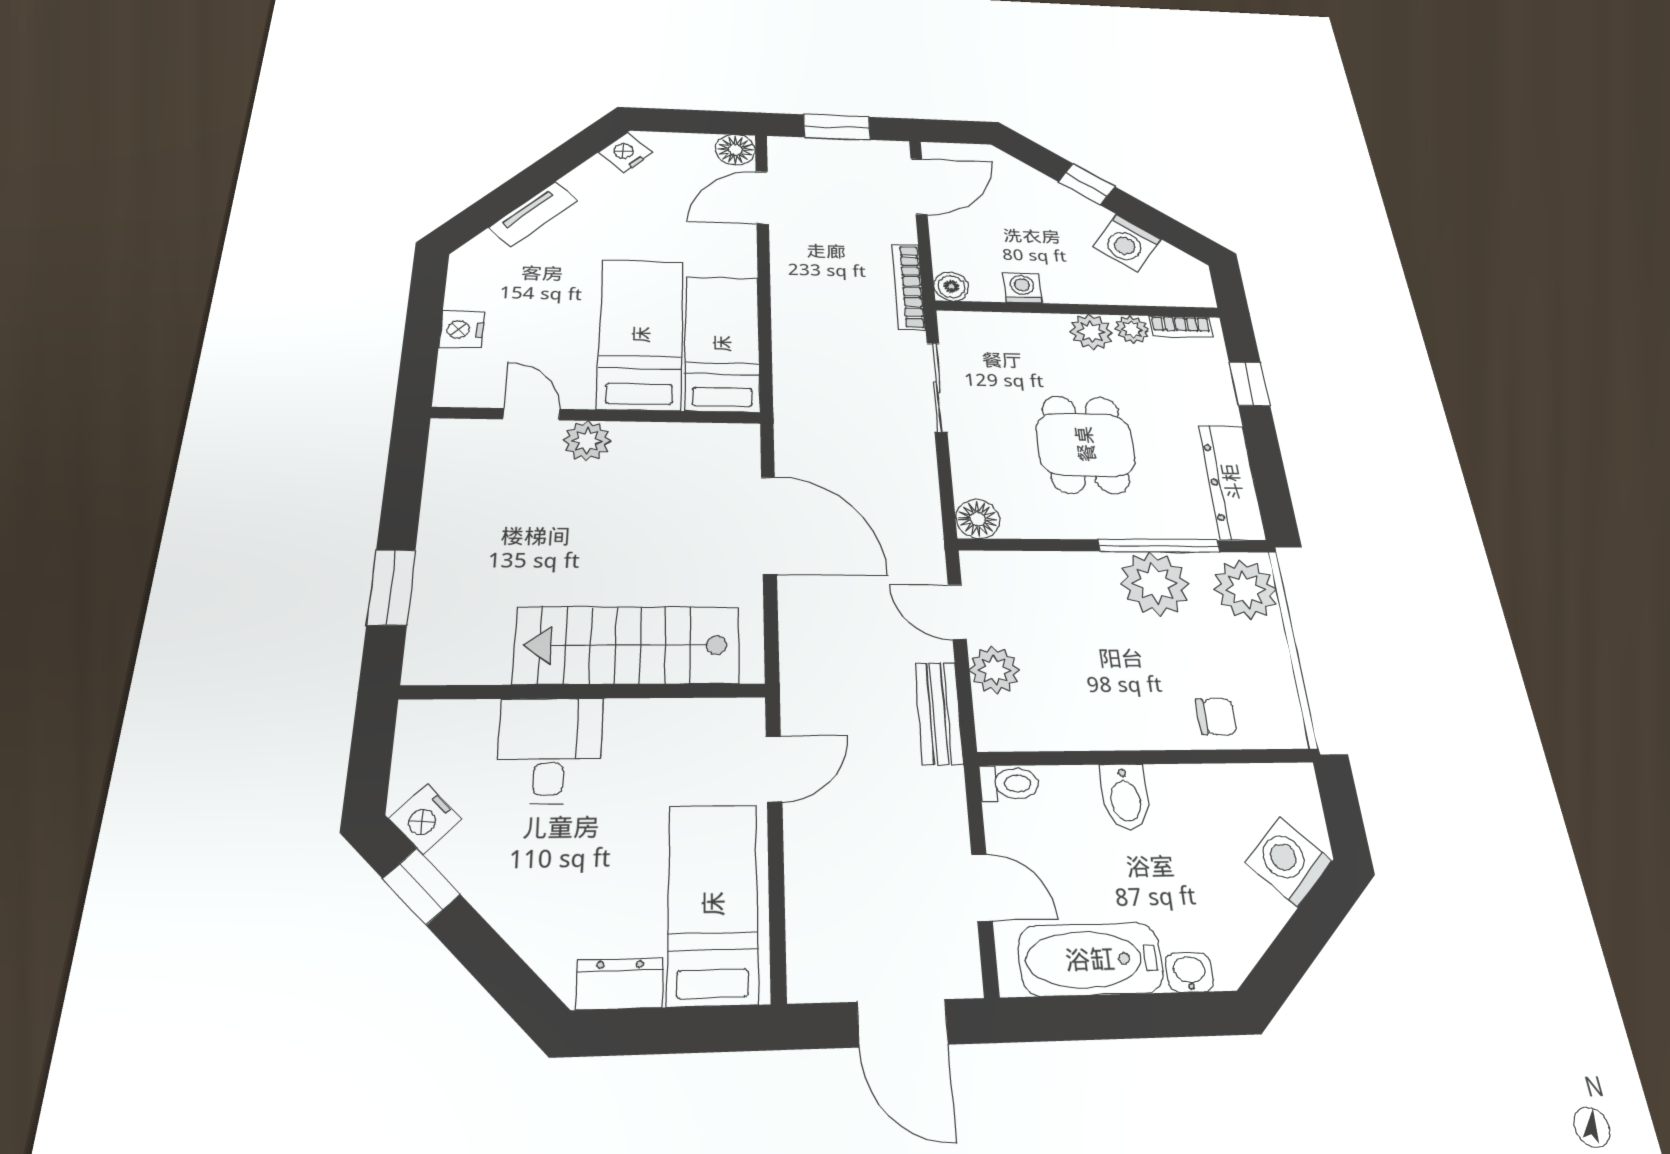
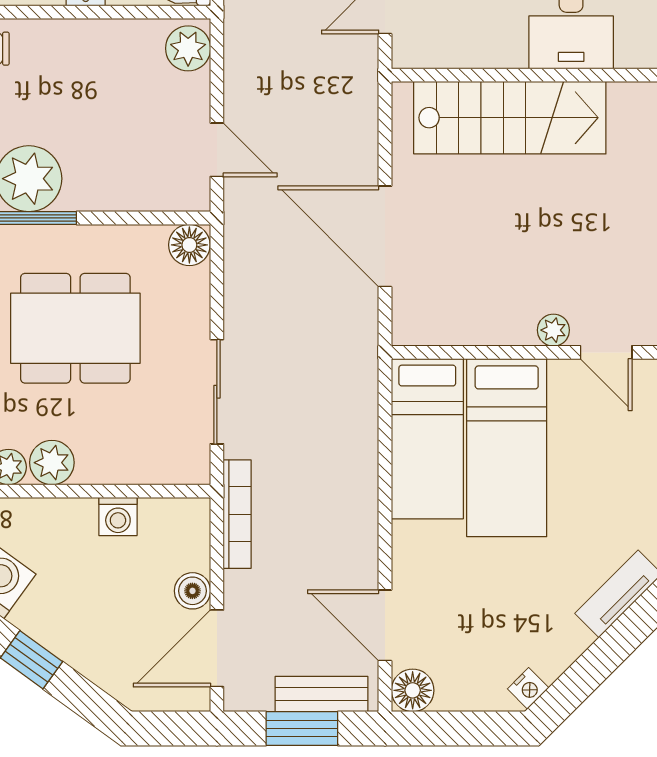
nightstand: (625, 153) -> (528, 688), width x0.72, depth x0.74
door: (762, 198) -> (385, 625), swing flipped
boiler: (951, 287) -> (192, 591), moved
plant: (587, 441) -> (553, 330), width x0.73, depth x0.73
dining table: (1085, 444) -> (75, 328), width x1.38
plant: (995, 670) -> (188, 48), moved
bench: (939, 713) -> (321, 694), moved, turned 90

